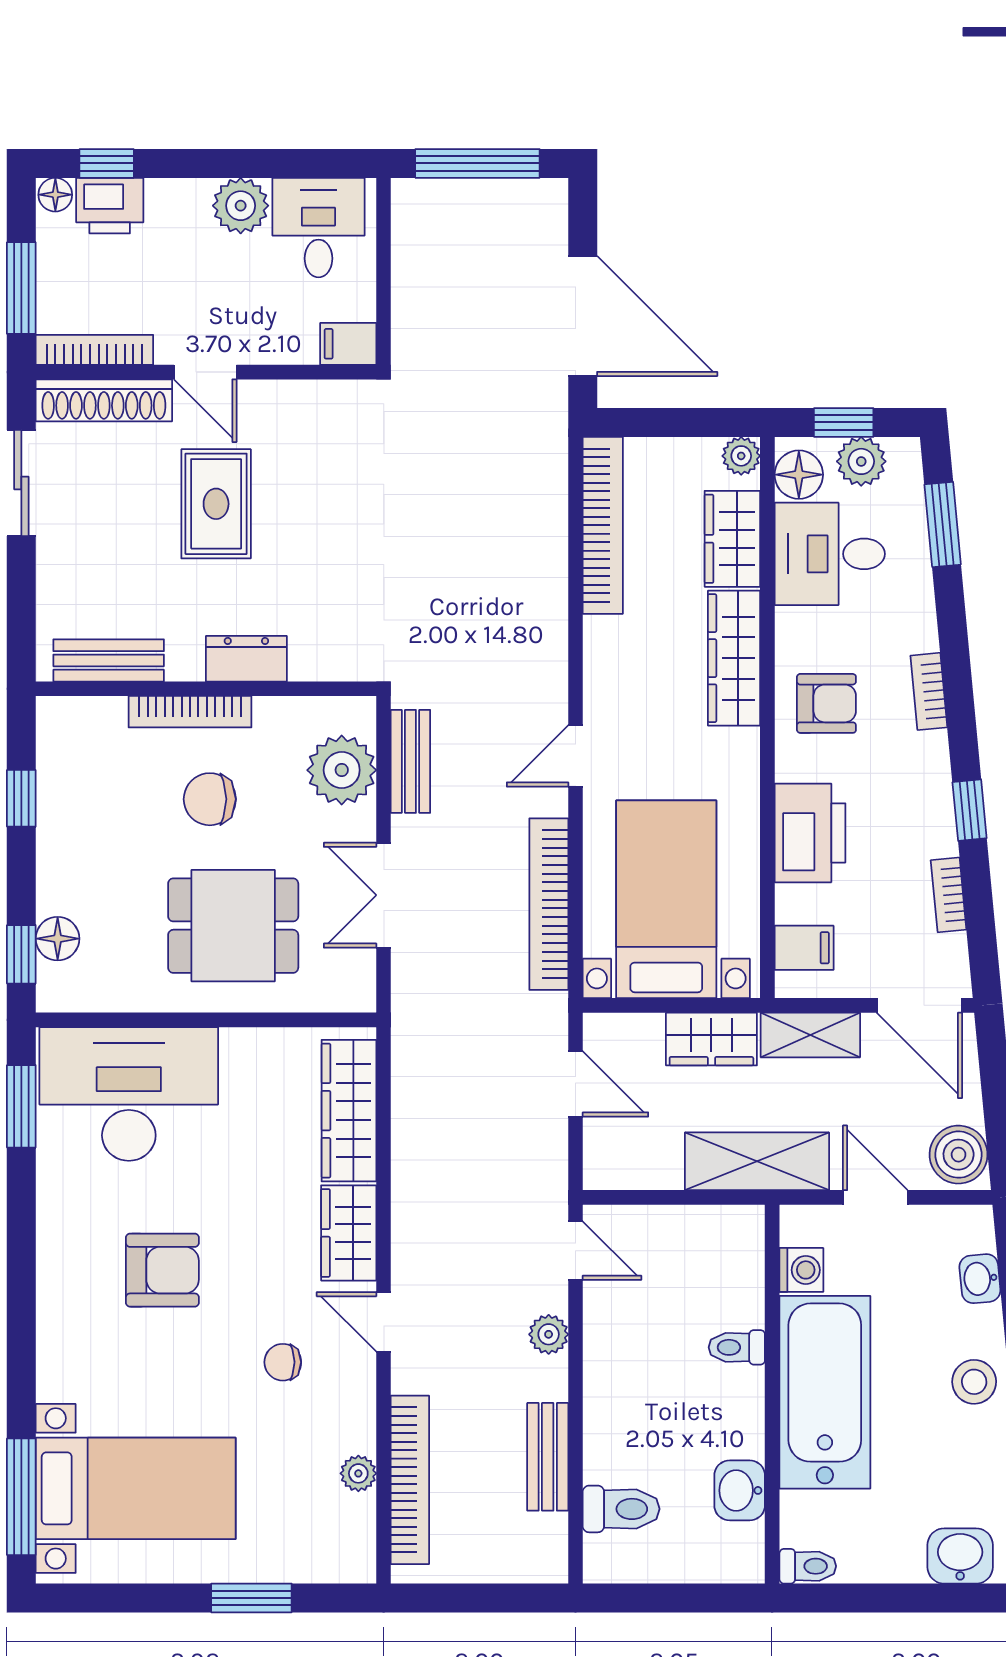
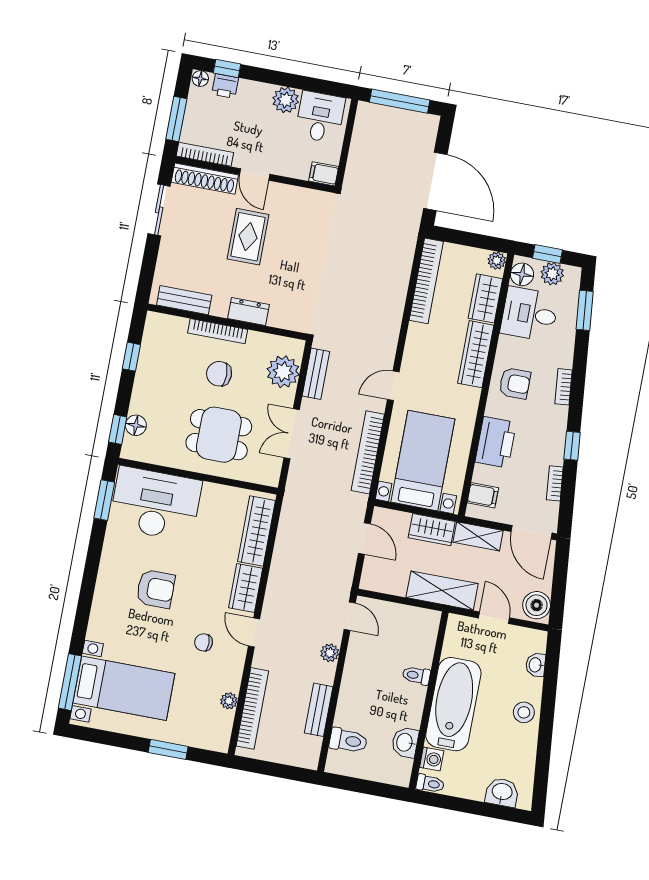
printer: (110, 206) -> (225, 86), width x0.73, depth x0.81
washing machine: (801, 1270) -> (432, 759), moved

